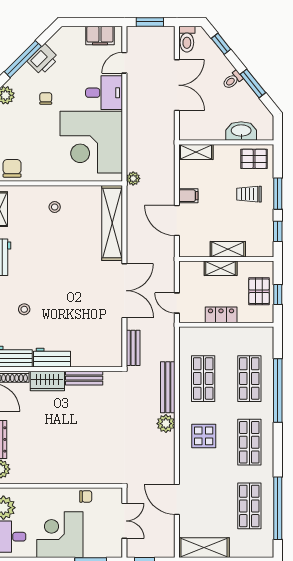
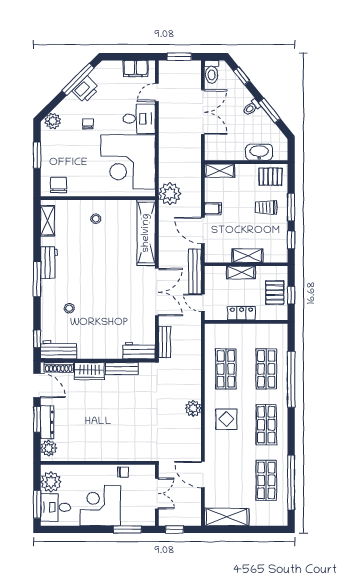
window: (23, 59) -> (78, 79), moved
plant: (133, 178) -> (170, 194), width x1.87, depth x1.87
workbench: (52, 358) -> (139, 351), moved
bench: (168, 387) -> (195, 271), moved

